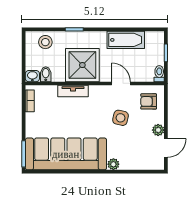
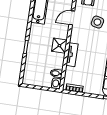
stool: (45, 42) -> (32, 70), removed
shower: (82, 65) -> (59, 46), width x0.54, depth x0.54

